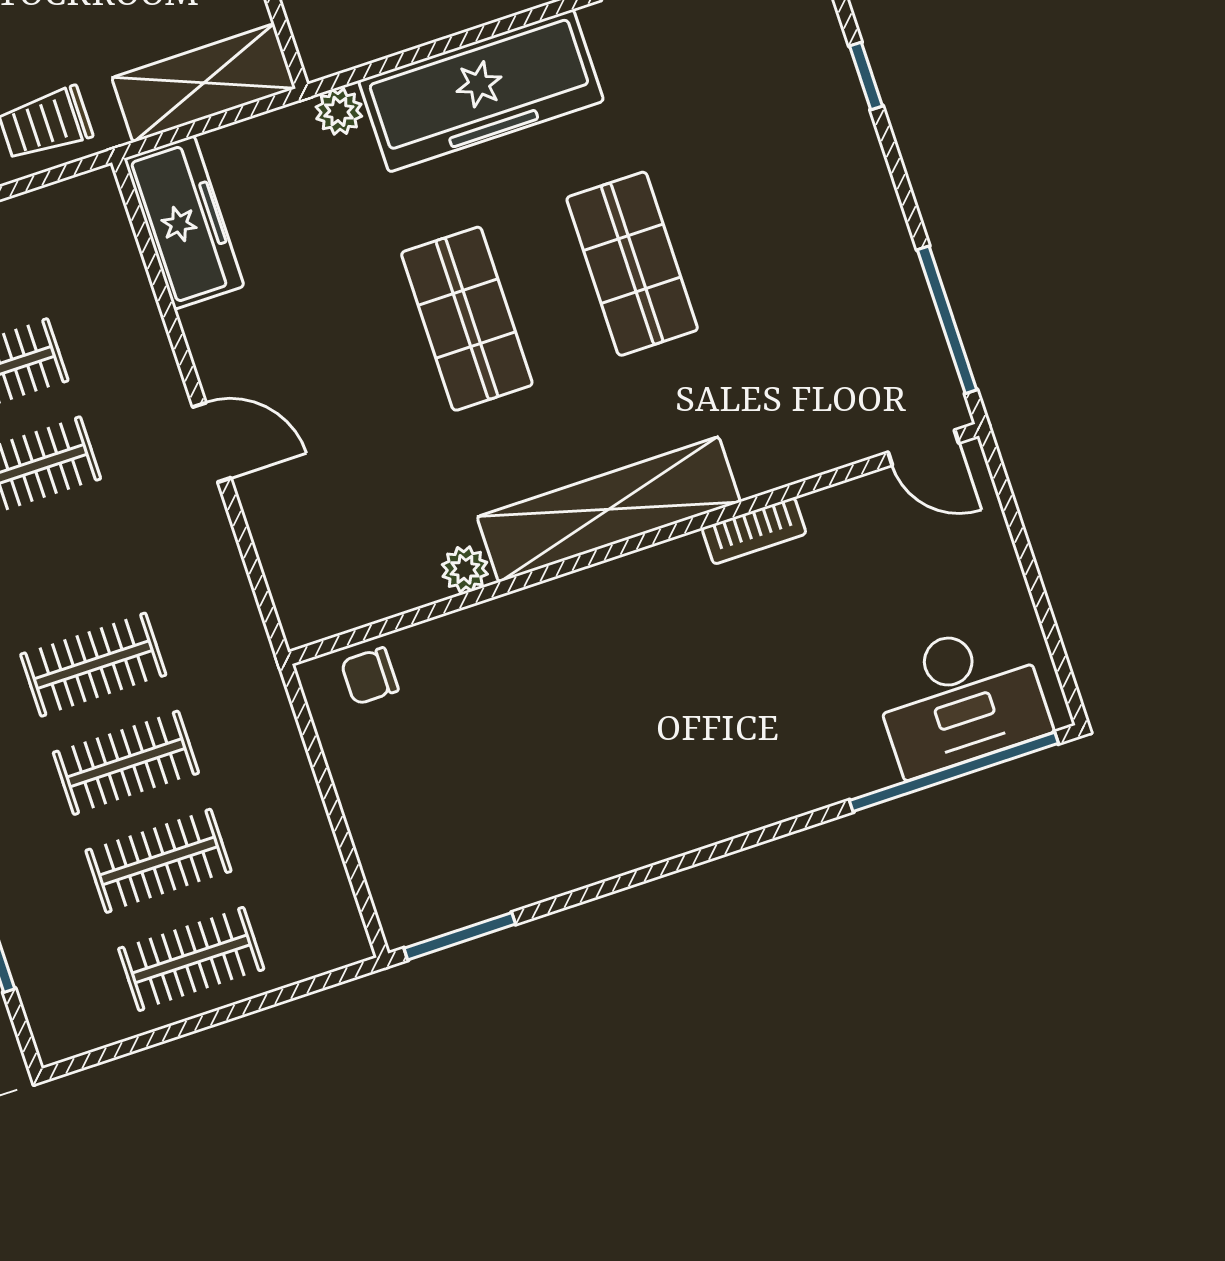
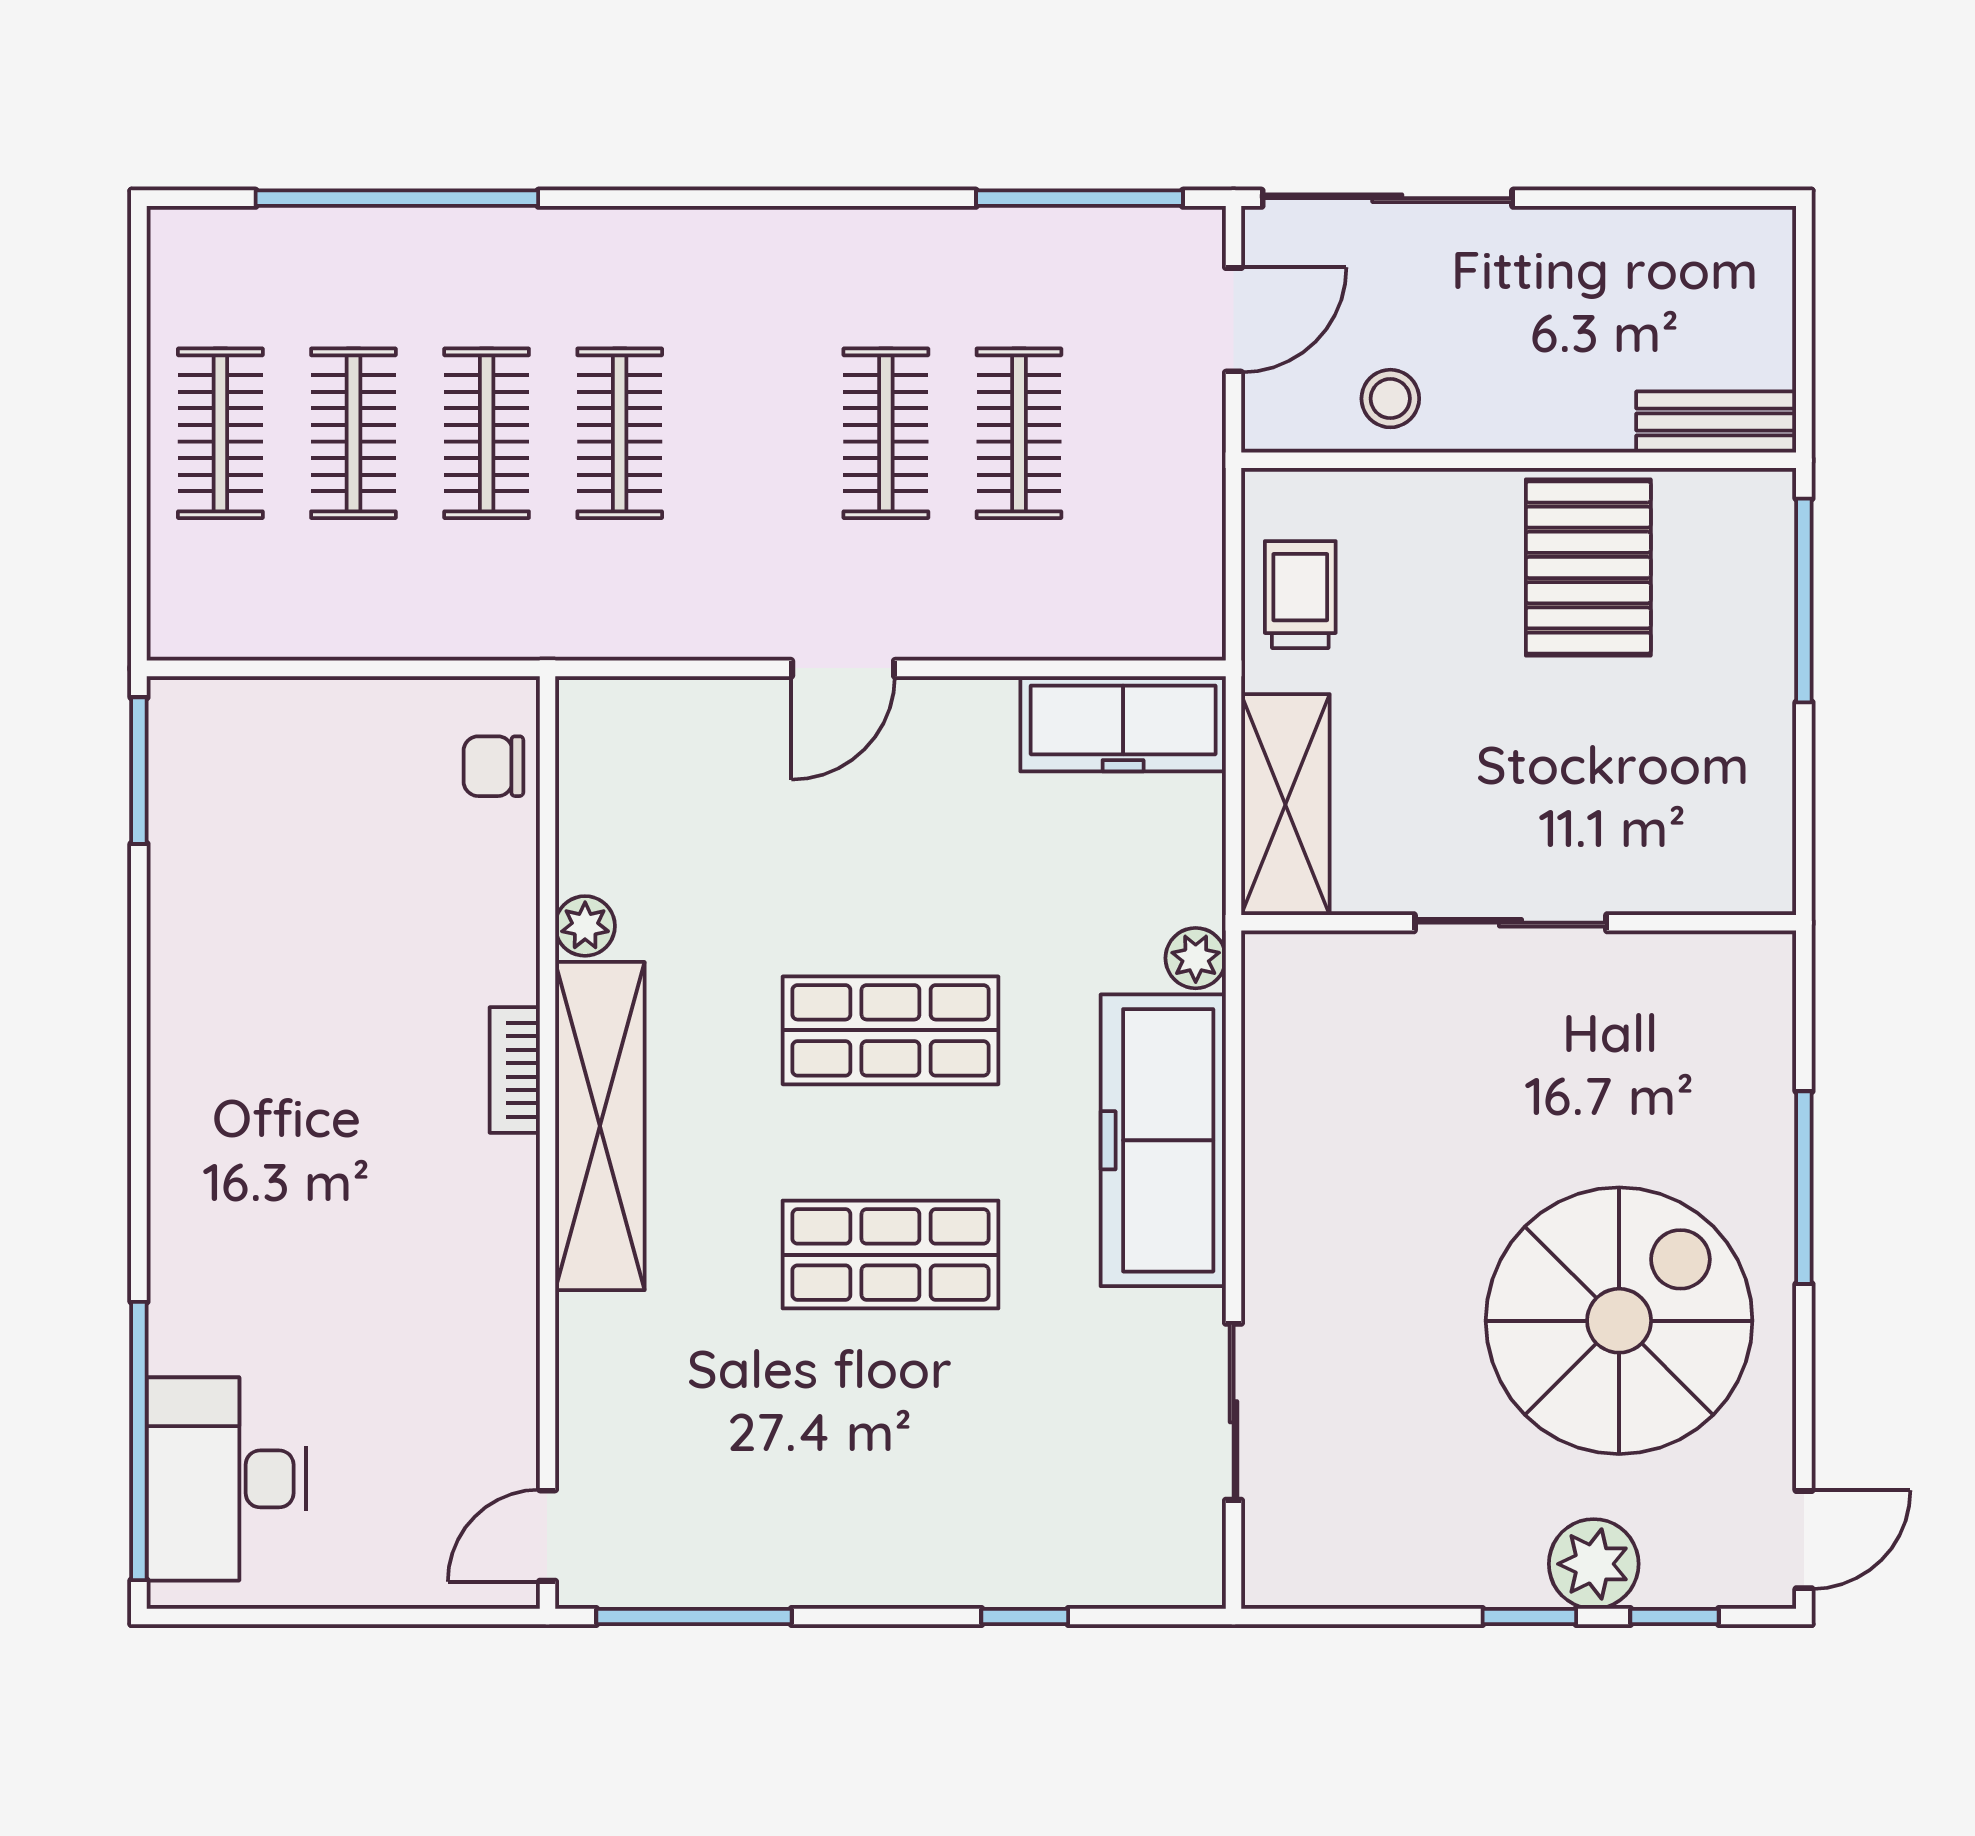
bookcase: (754, 531) -> (515, 1070), moved
chair: (370, 676) -> (493, 766), turned -90

